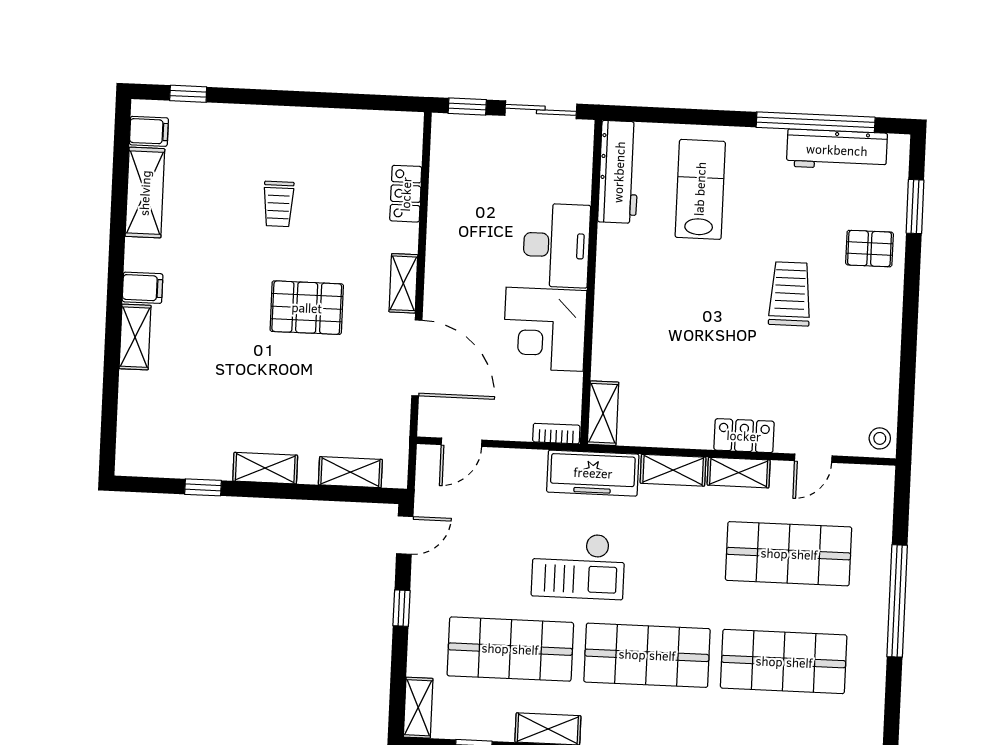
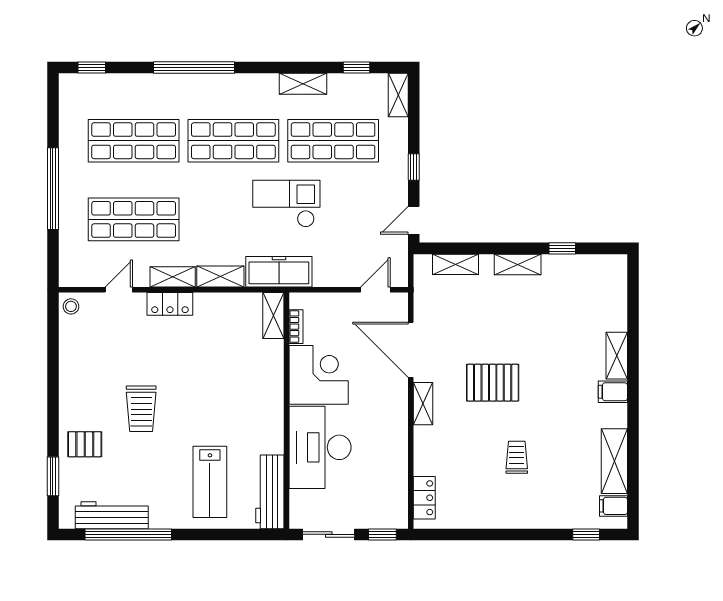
locker: (406, 194) -> (424, 498), moved
desk: (556, 245) -> (320, 447), width x1.36, depth x1.30
bookcase: (556, 434) -> (296, 327), moved, turned -90

